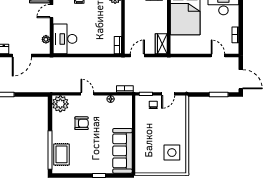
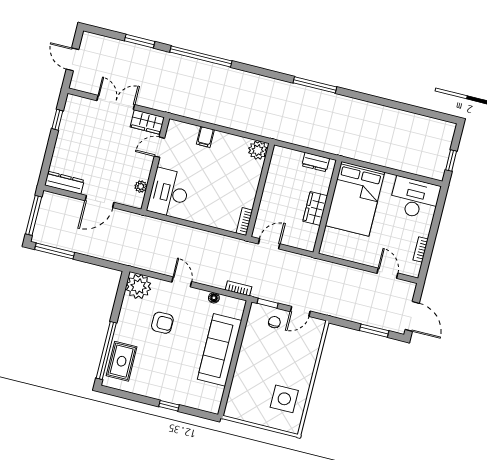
wardrobe: (161, 44) -> (315, 208), moved
sofa: (122, 151) -> (220, 350), moved

